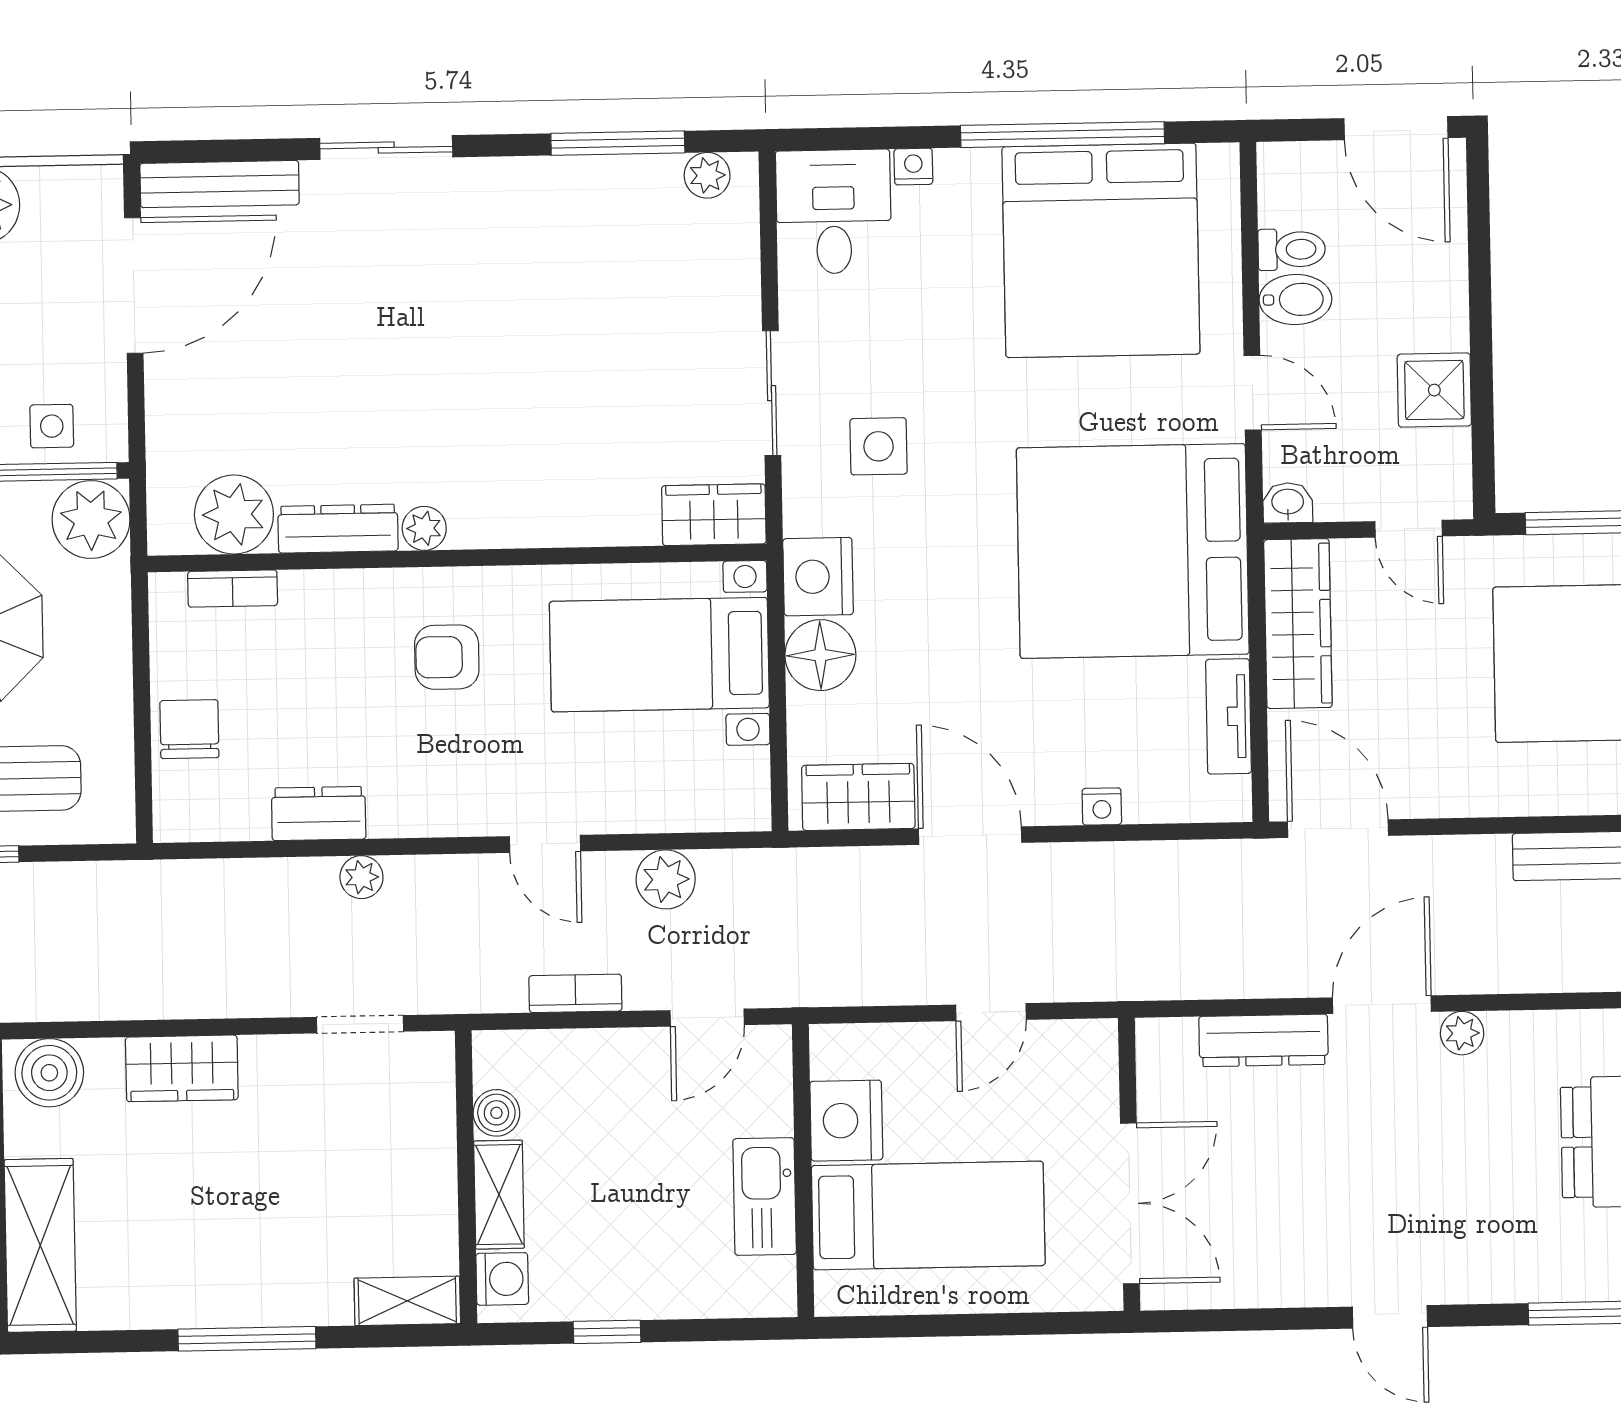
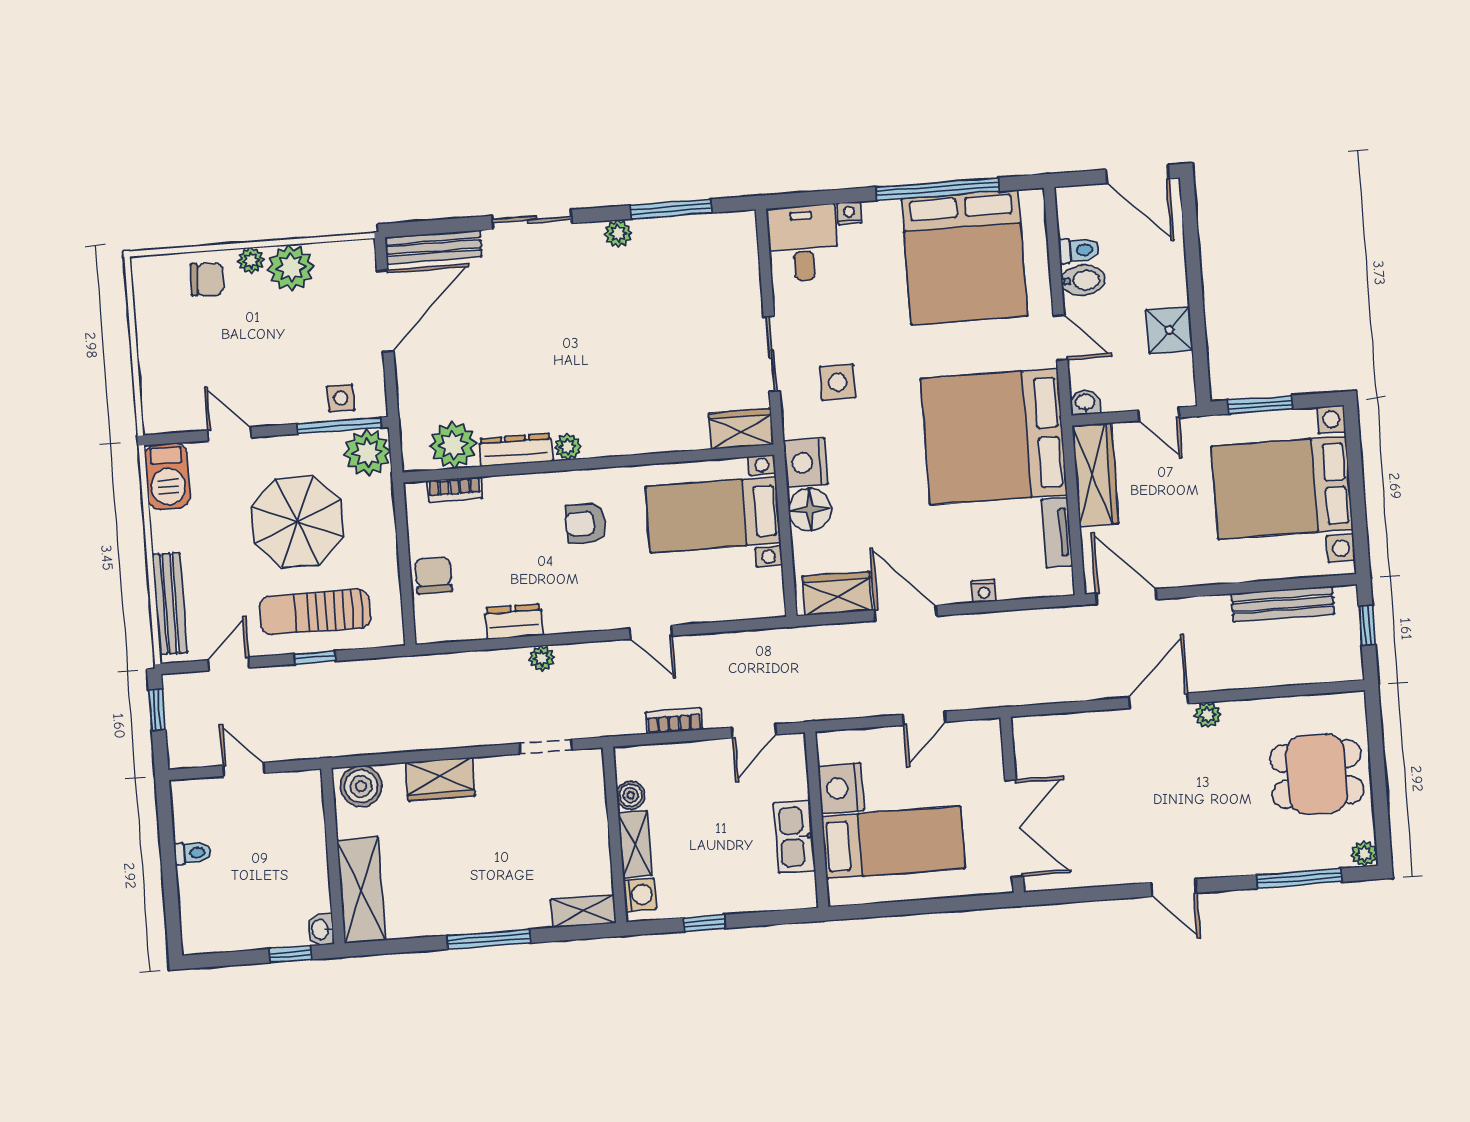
plant: (707, 175) -> (618, 234), moved
plant: (666, 879) -> (724, 649), removed
dresser: (1263, 1040) -> (1089, 726), removed

